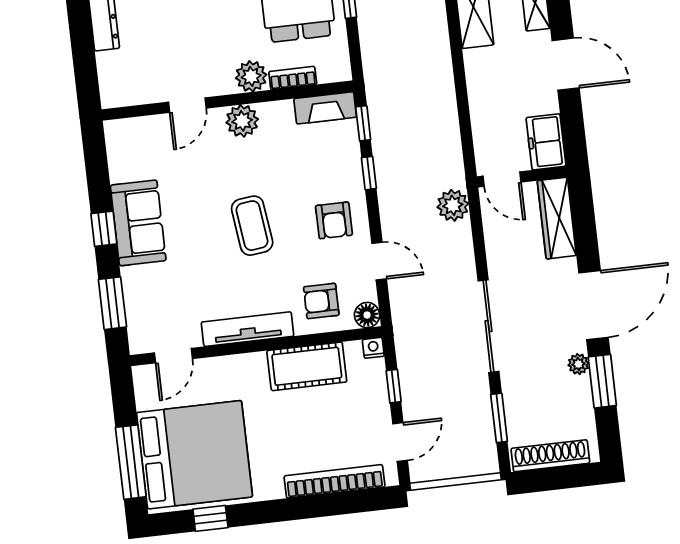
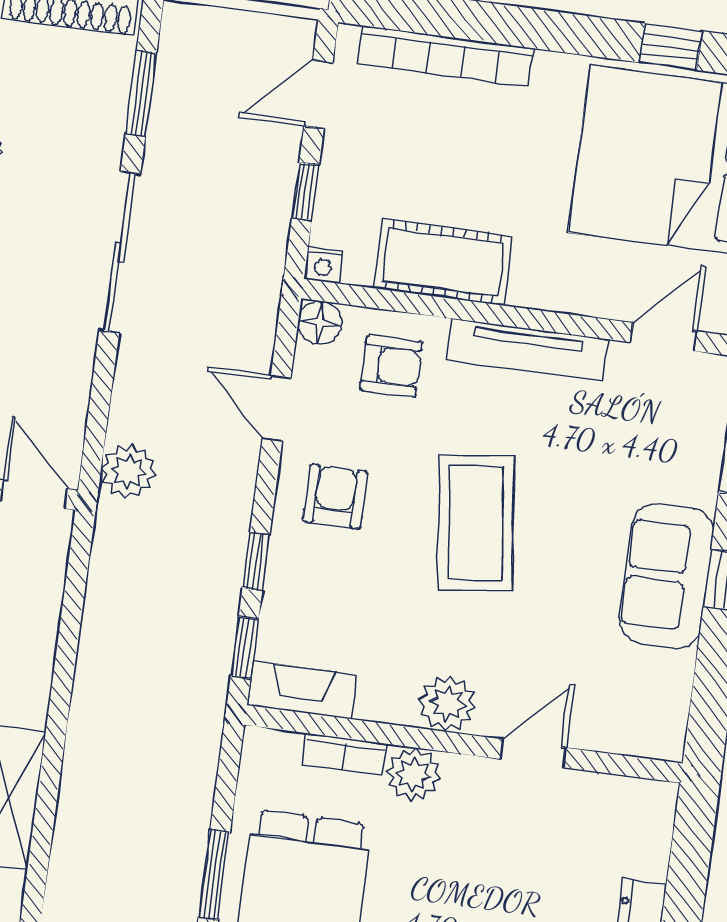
coffee table: (252, 226) -> (476, 523), width x1.36, depth x1.32

